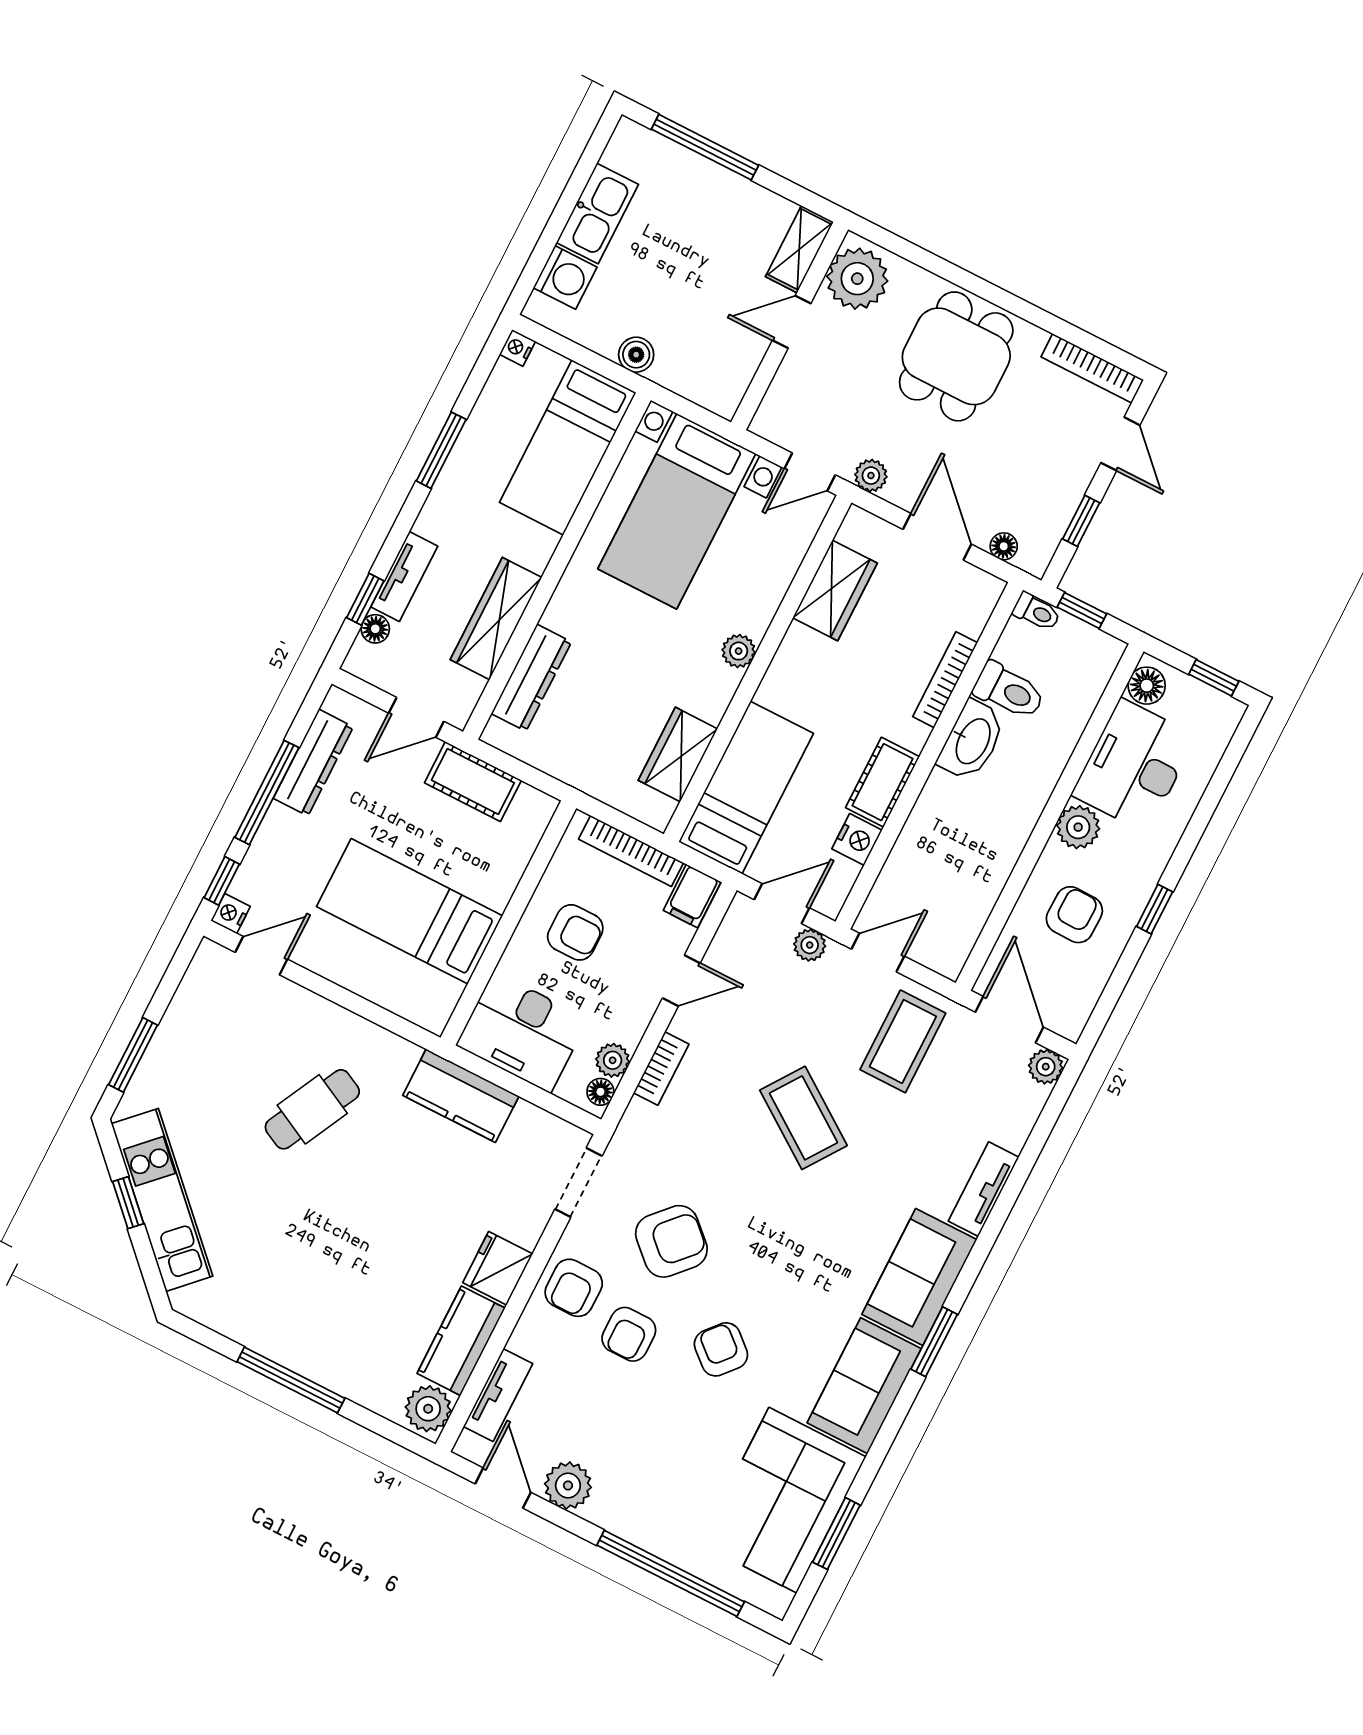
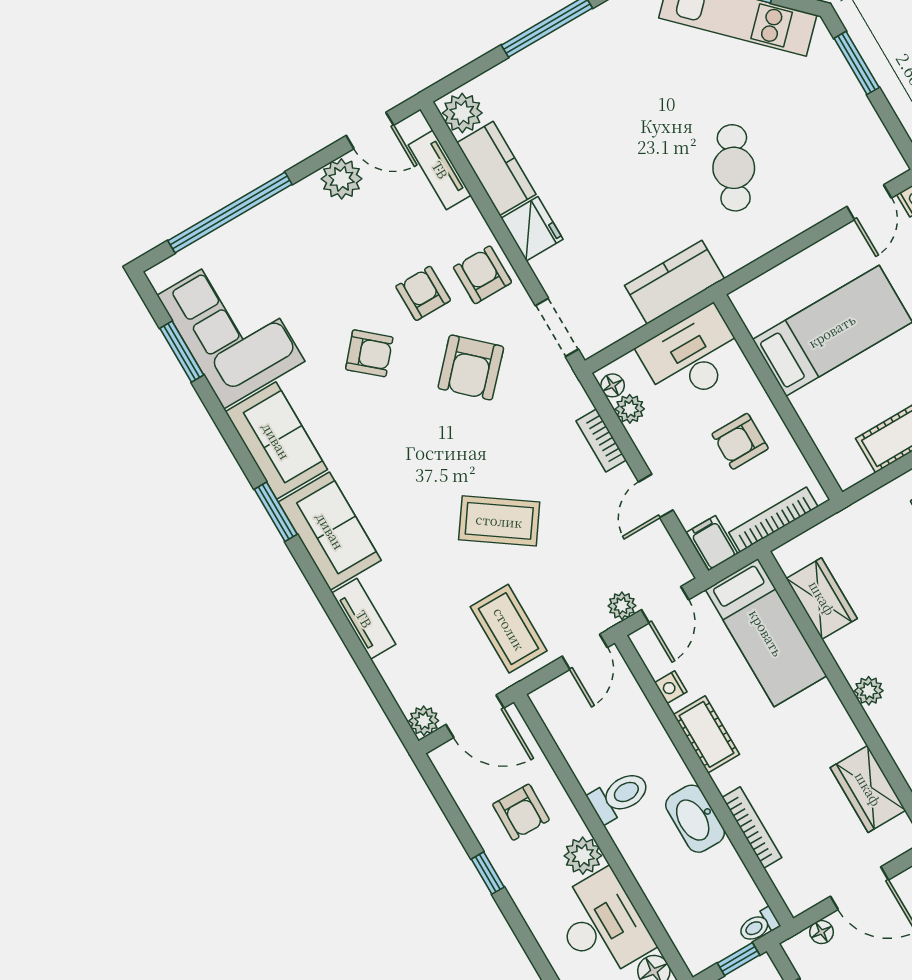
toilet: (1009, 691) -> (619, 796), moved, turned 180
nightstand: (857, 839) -> (671, 687), width x0.72, depth x0.74

